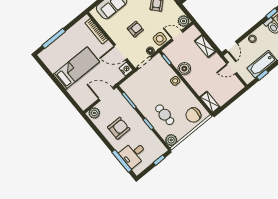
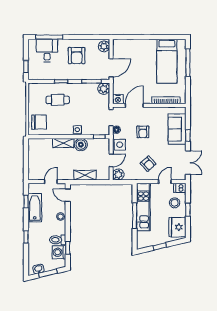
bed: (76, 68) -> (167, 61), moved
shelving: (210, 102) -> (63, 143), moved
chair: (193, 115) -> (39, 122), turned 90
plant: (171, 140) -> (104, 89), moved

